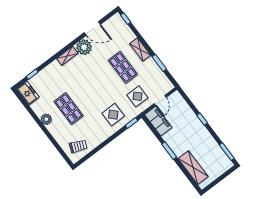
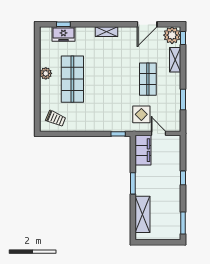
door: (92, 28) -> (147, 24), hinge flipped
plant: (84, 47) -> (172, 35), moved
shelving: (140, 49) -> (175, 60), moved
freezer: (28, 93) -> (63, 34), moved, turned 90
door: (160, 100) -> (158, 133), swing flipped
shop shelf: (69, 109) -> (72, 79), width x1.43, depth x1.36
display table: (113, 115) -> (108, 114), removed

